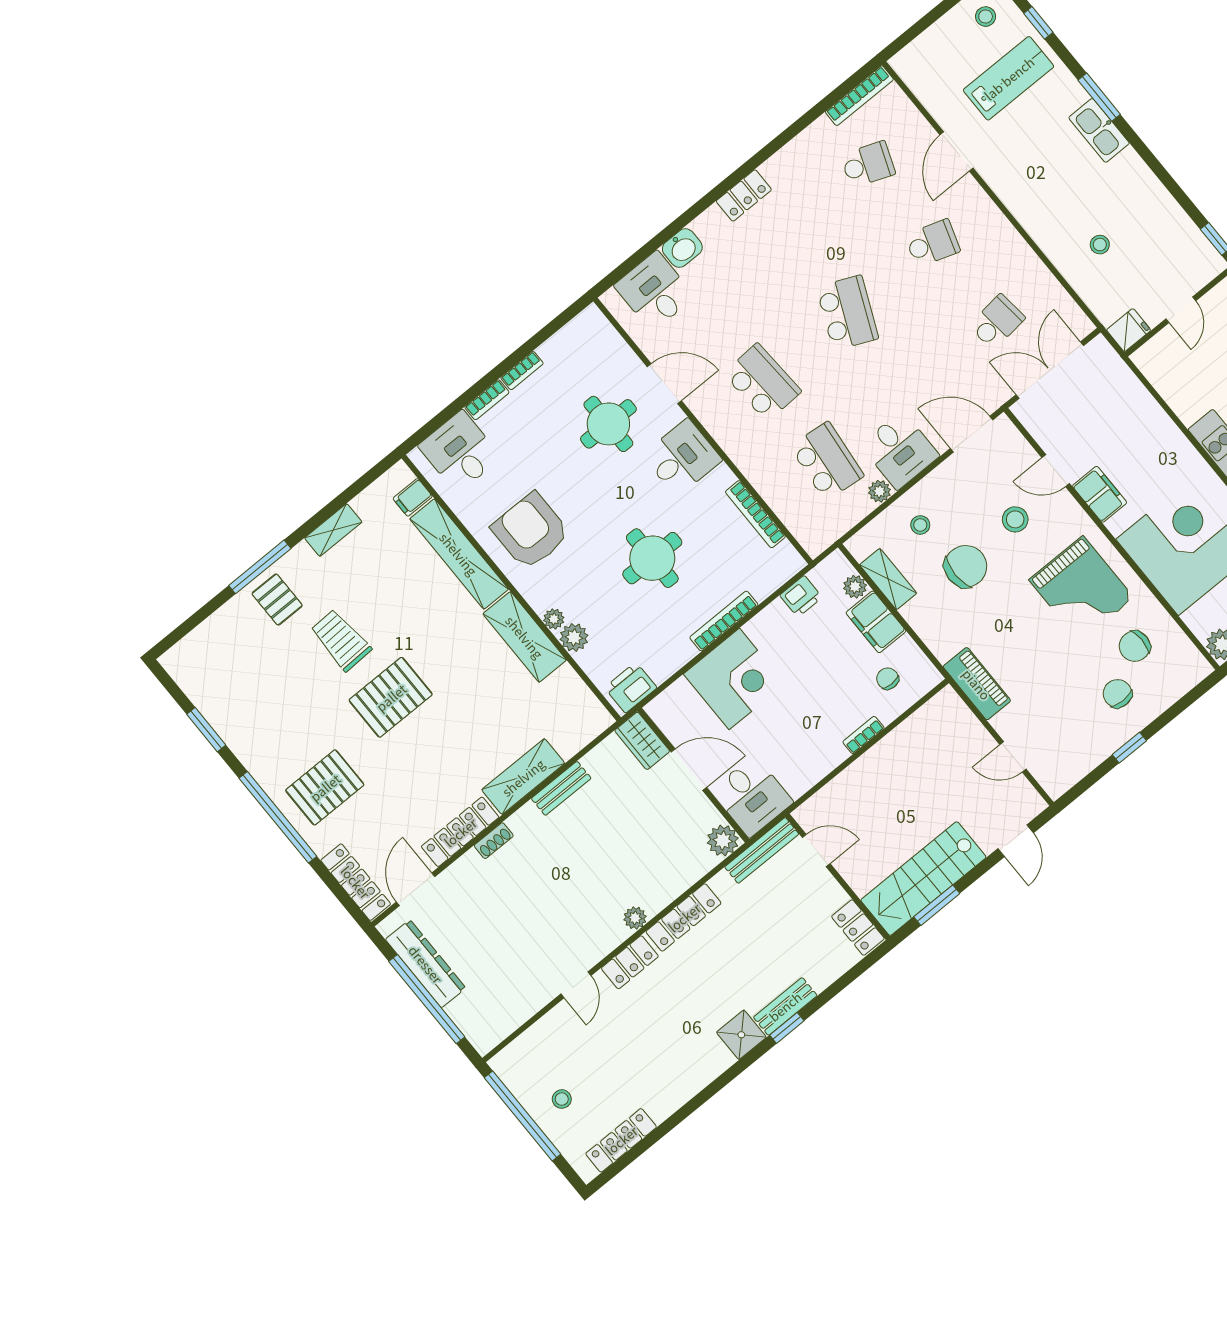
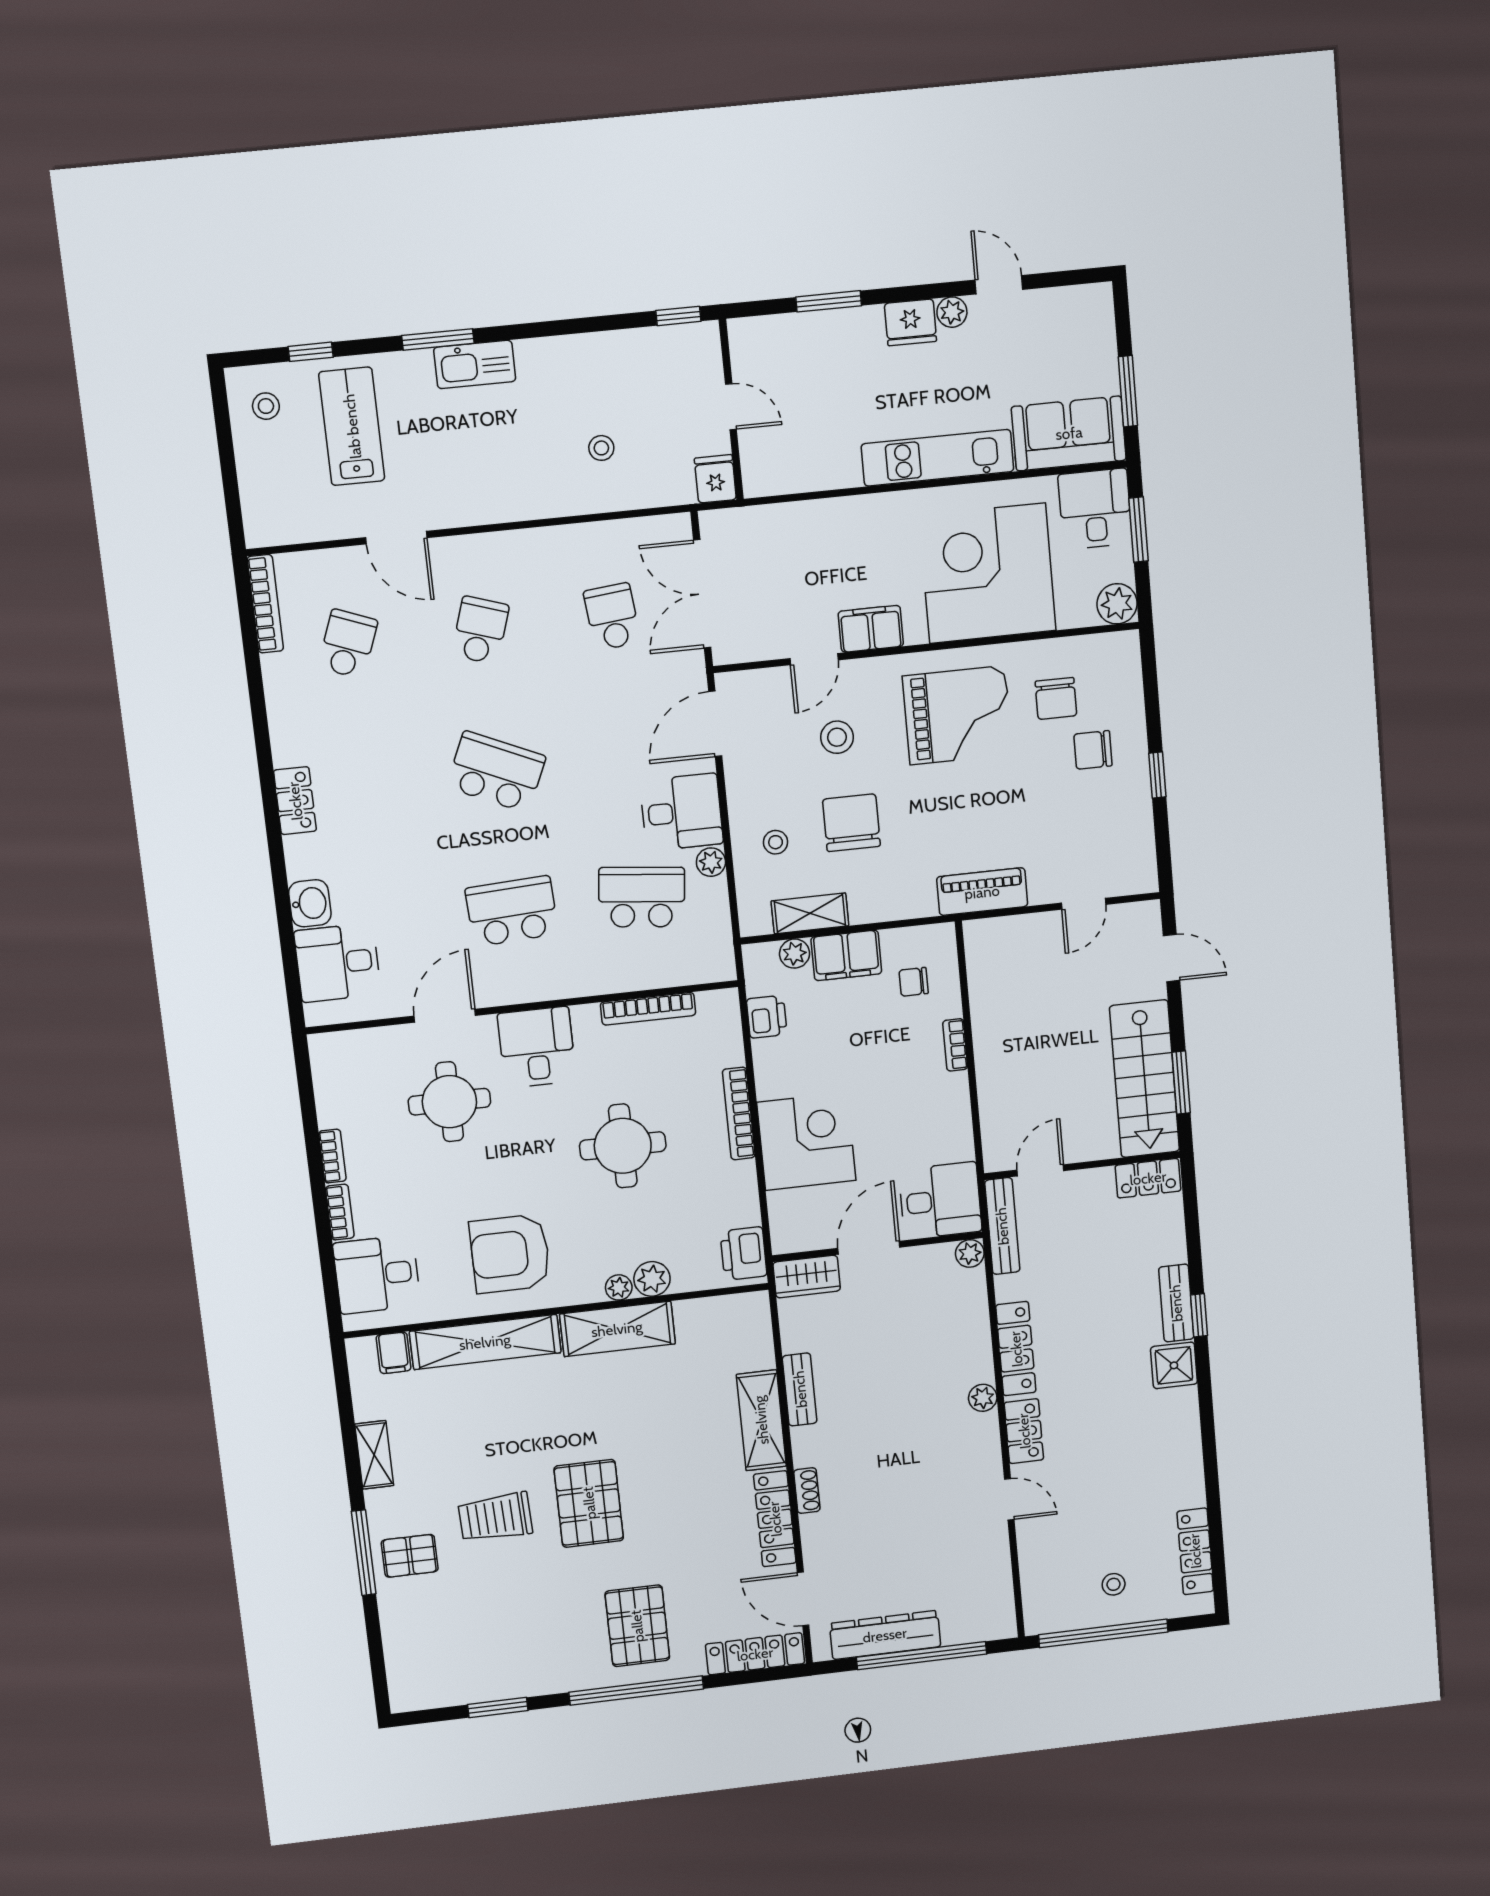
plant: (723, 841) -> (970, 1253), width x0.73, depth x0.73

